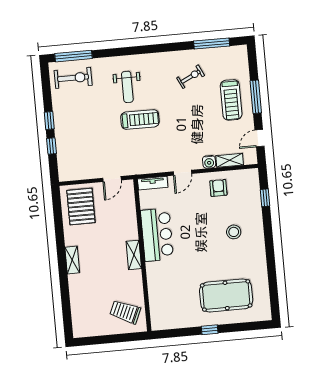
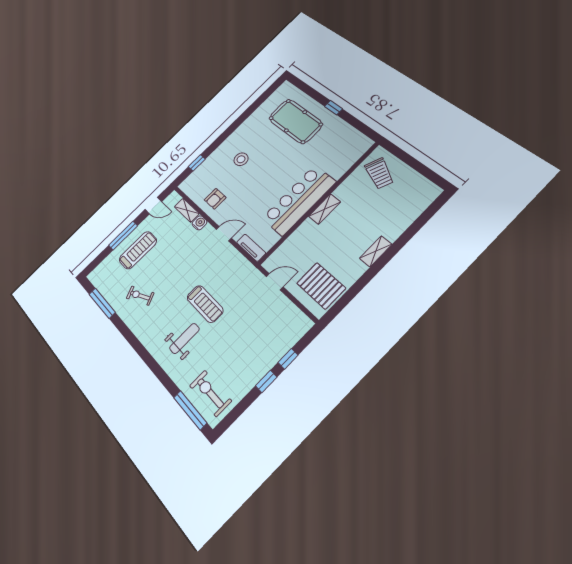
treadmill: (140, 119) -> (205, 304), turned 180
pallet: (81, 207) -> (321, 286), turned 90
bar counter: (157, 235) -> (299, 200), width x1.36

